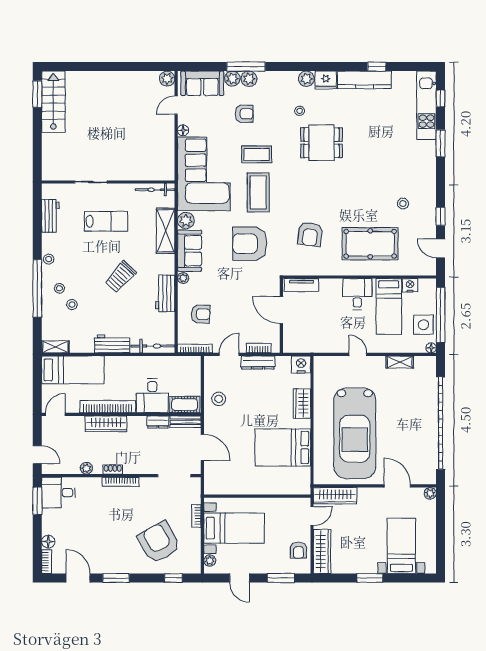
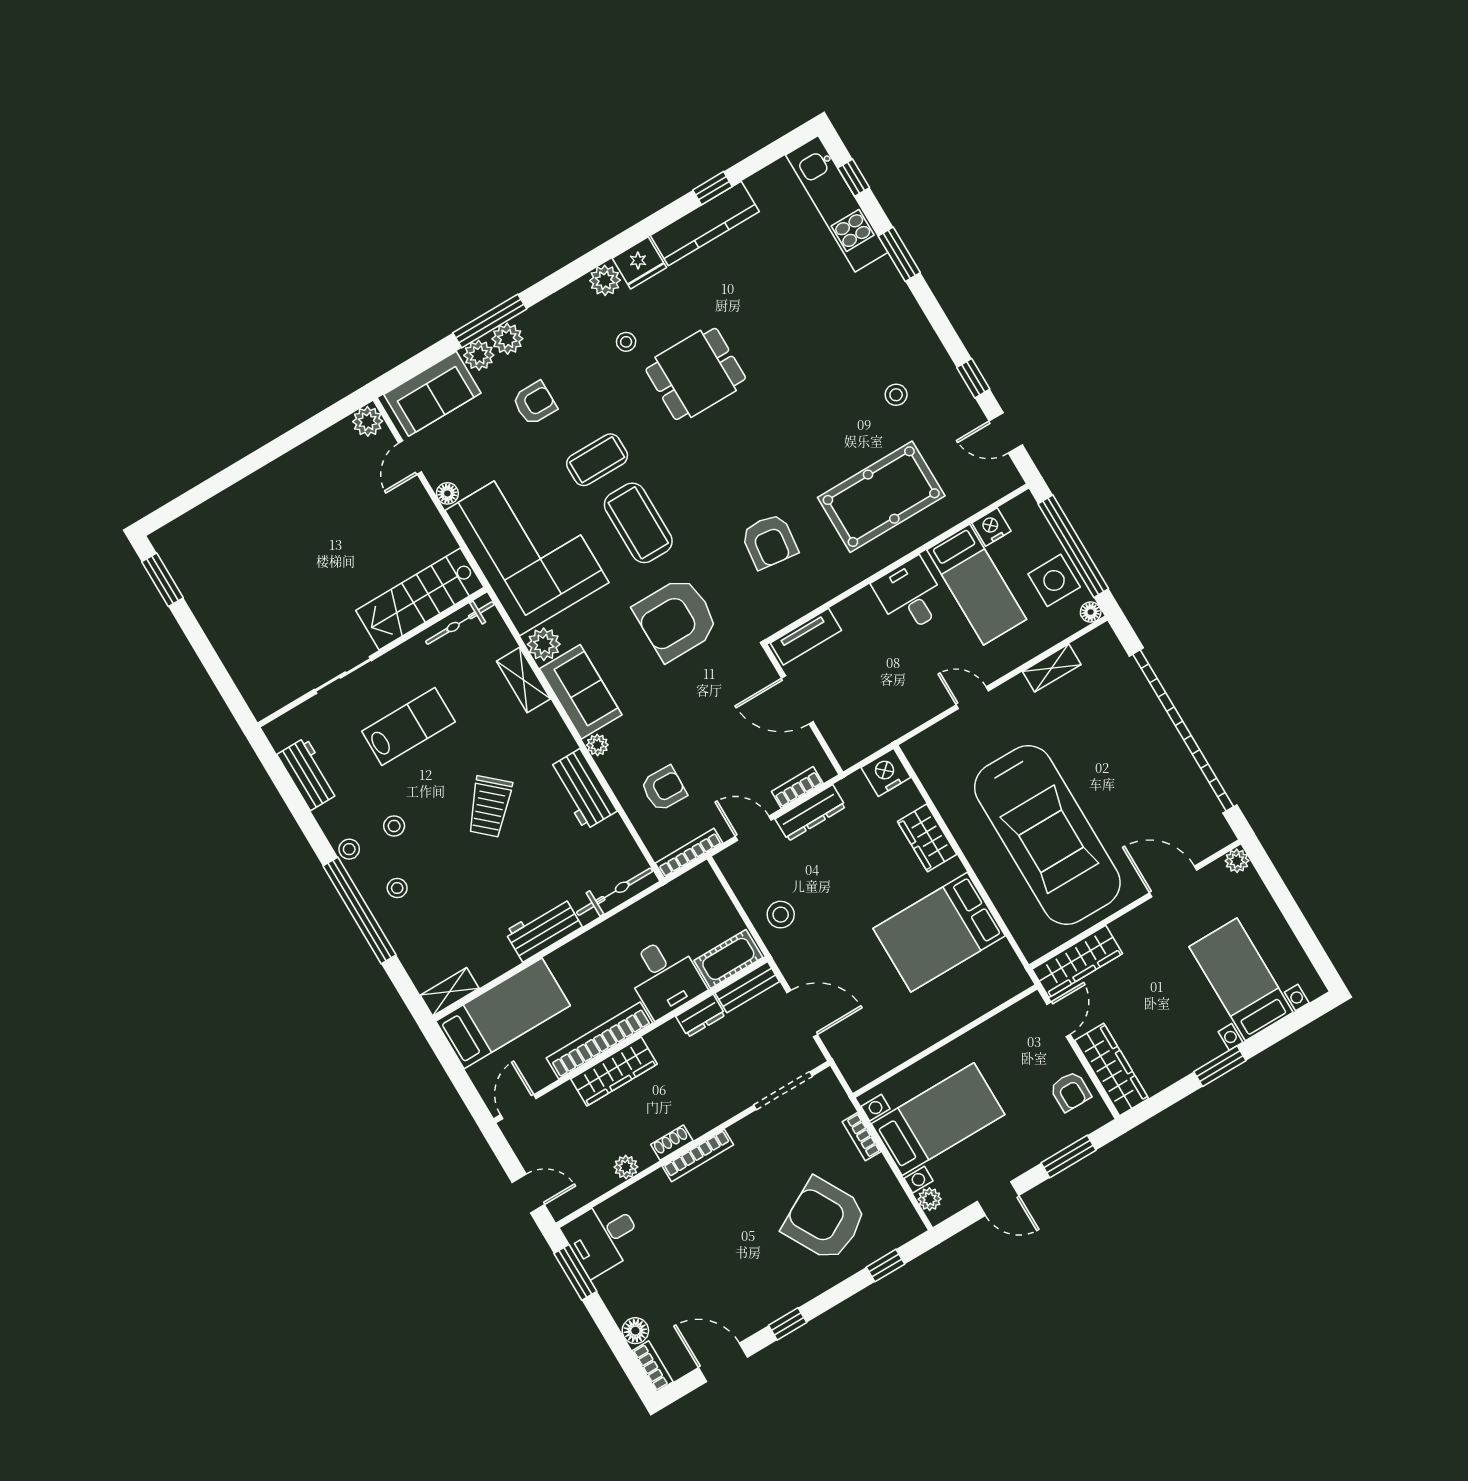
stairs: (53, 102) -> (420, 599), moved, turned -90
shelving: (166, 231) -> (523, 680), width x0.67, depth x0.75
stool: (72, 305) -> (394, 826), moved
door: (229, 354) -> (753, 828), hinge flipped
window: (116, 578) -> (788, 1324), width x0.67

